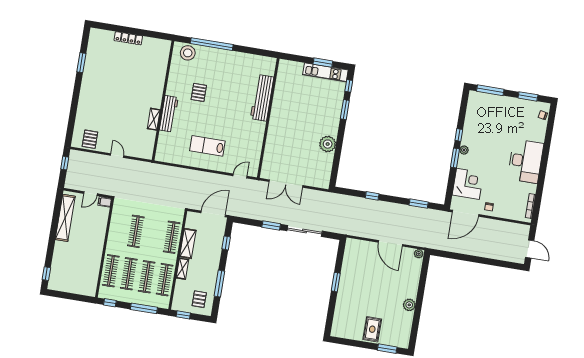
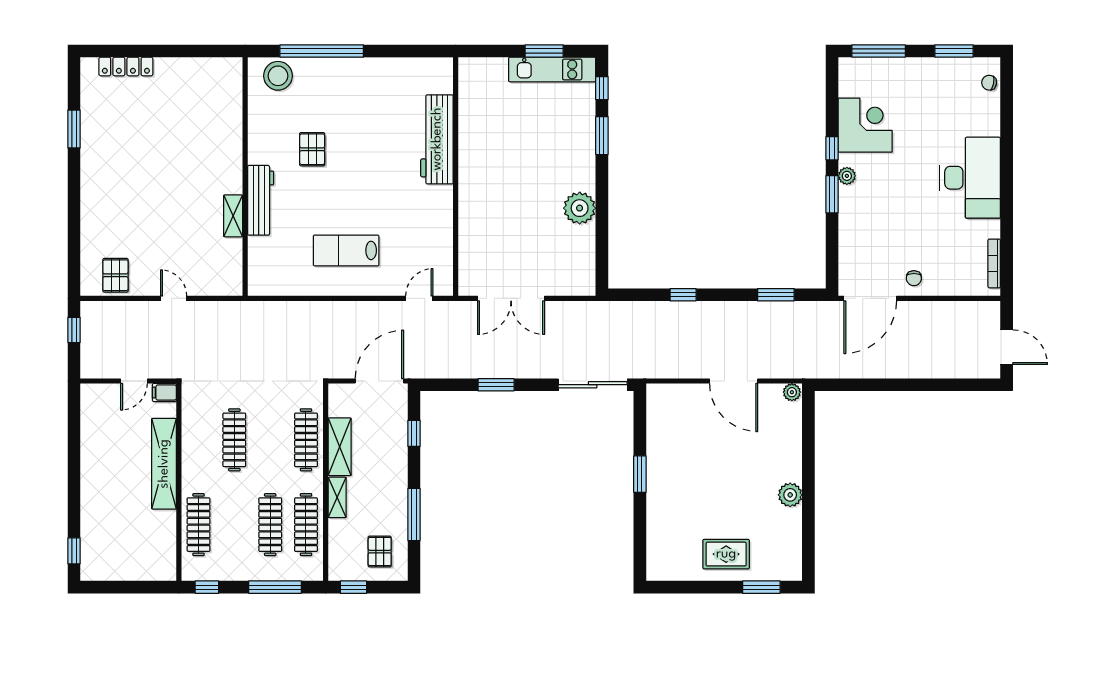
locker: (128, 38) -> (126, 66), moved
corner desk: (468, 184) -> (865, 125), moved
shelving: (65, 218) -> (164, 464), moved
sliding door: (305, 231) -> (593, 385), moved
clothes rail: (129, 274) -> (234, 525), removed
rug: (372, 329) -> (726, 554), turned 90

